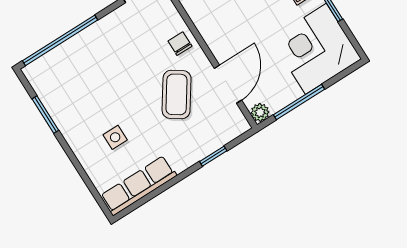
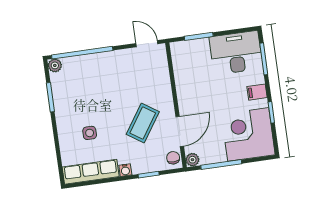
chair: (180, 44) -> (173, 158), moved
plant: (33, 72) -> (55, 65), added
water cooler: (181, 164) -> (125, 170), added

